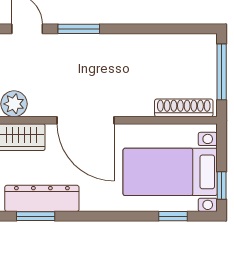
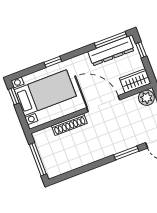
shoe rack: (184, 108) -> (69, 124), moved
window: (36, 216) -> (111, 40), width x1.44
window: (173, 216) -> (53, 62), moved

